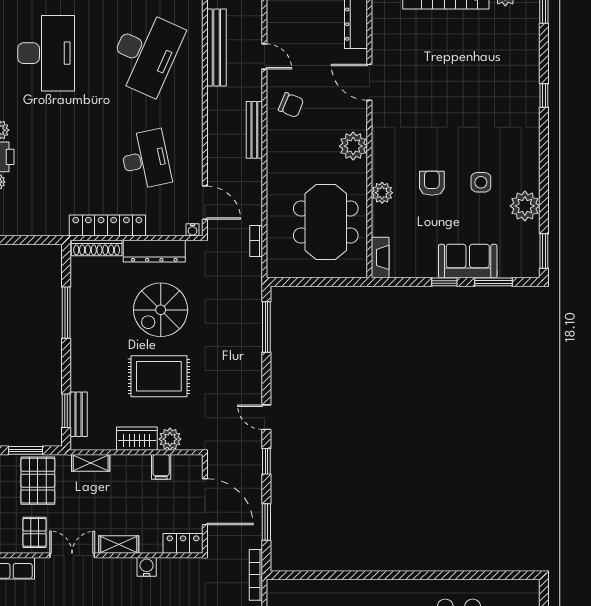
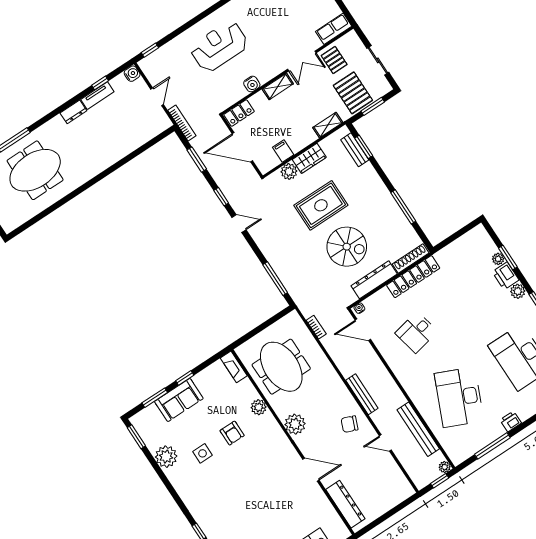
desk: (146, 160) -> (416, 332), width x0.73
spiral stairs: (161, 310) -> (347, 247), turned 90

